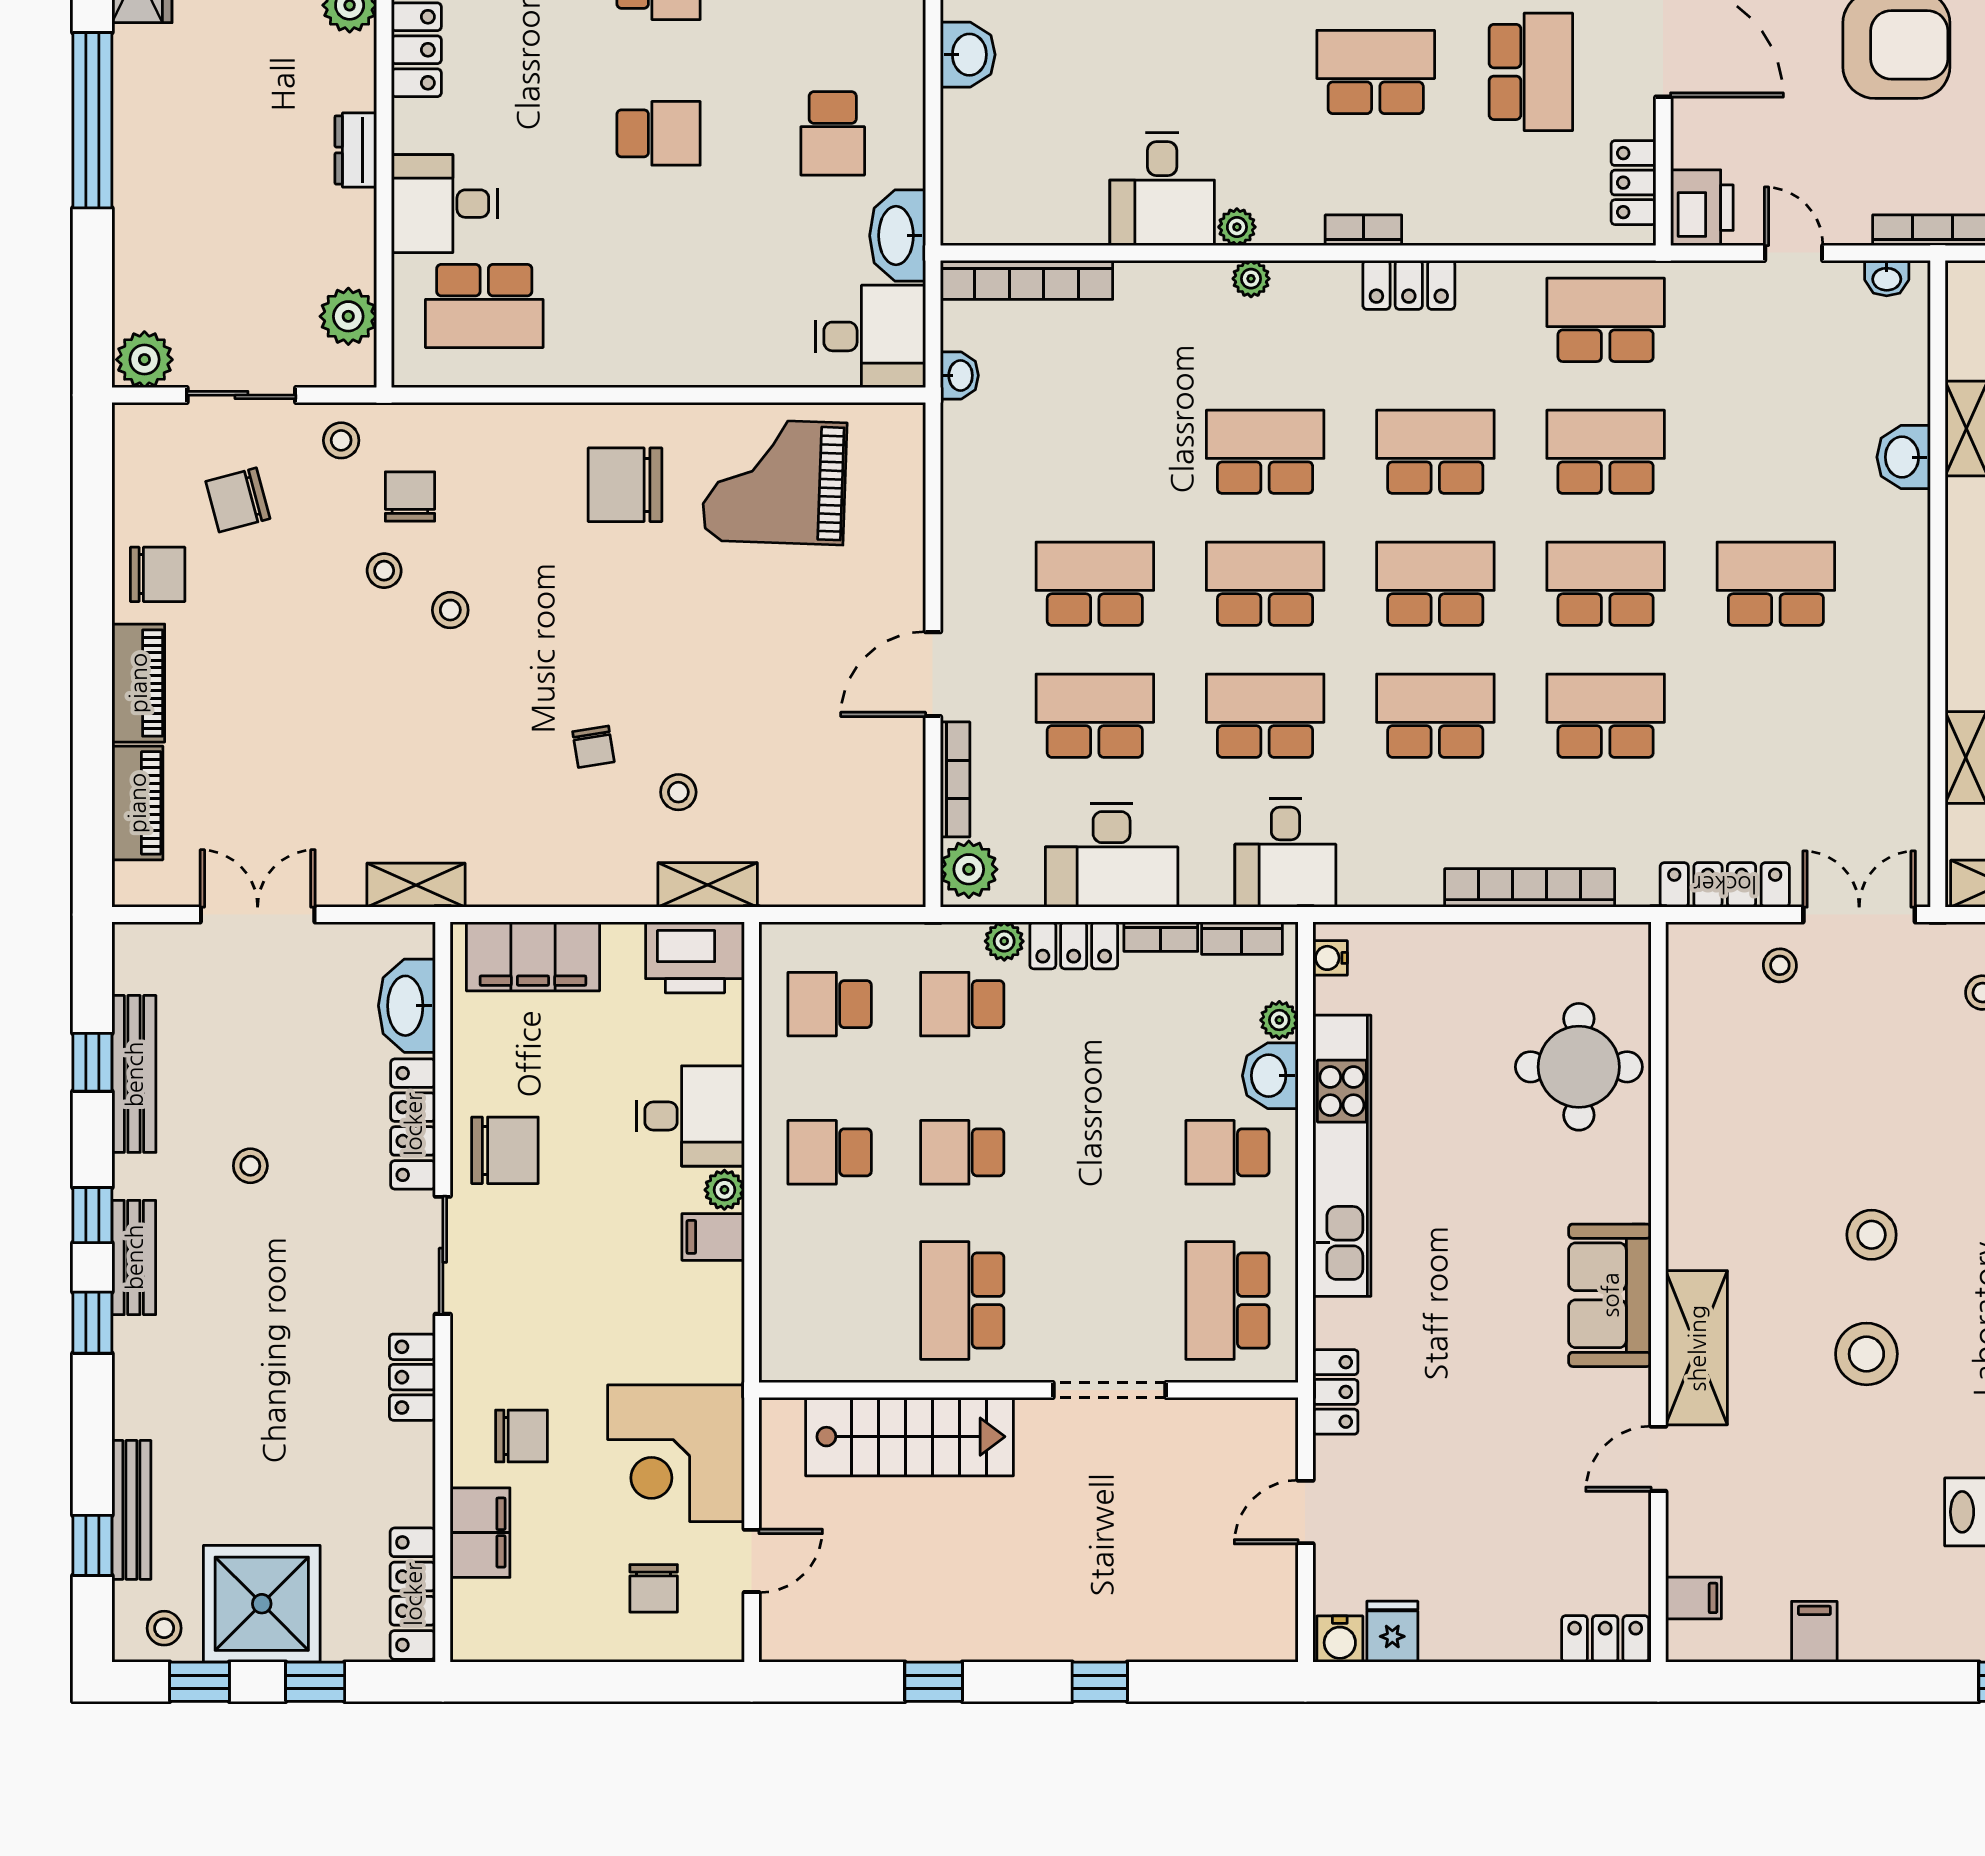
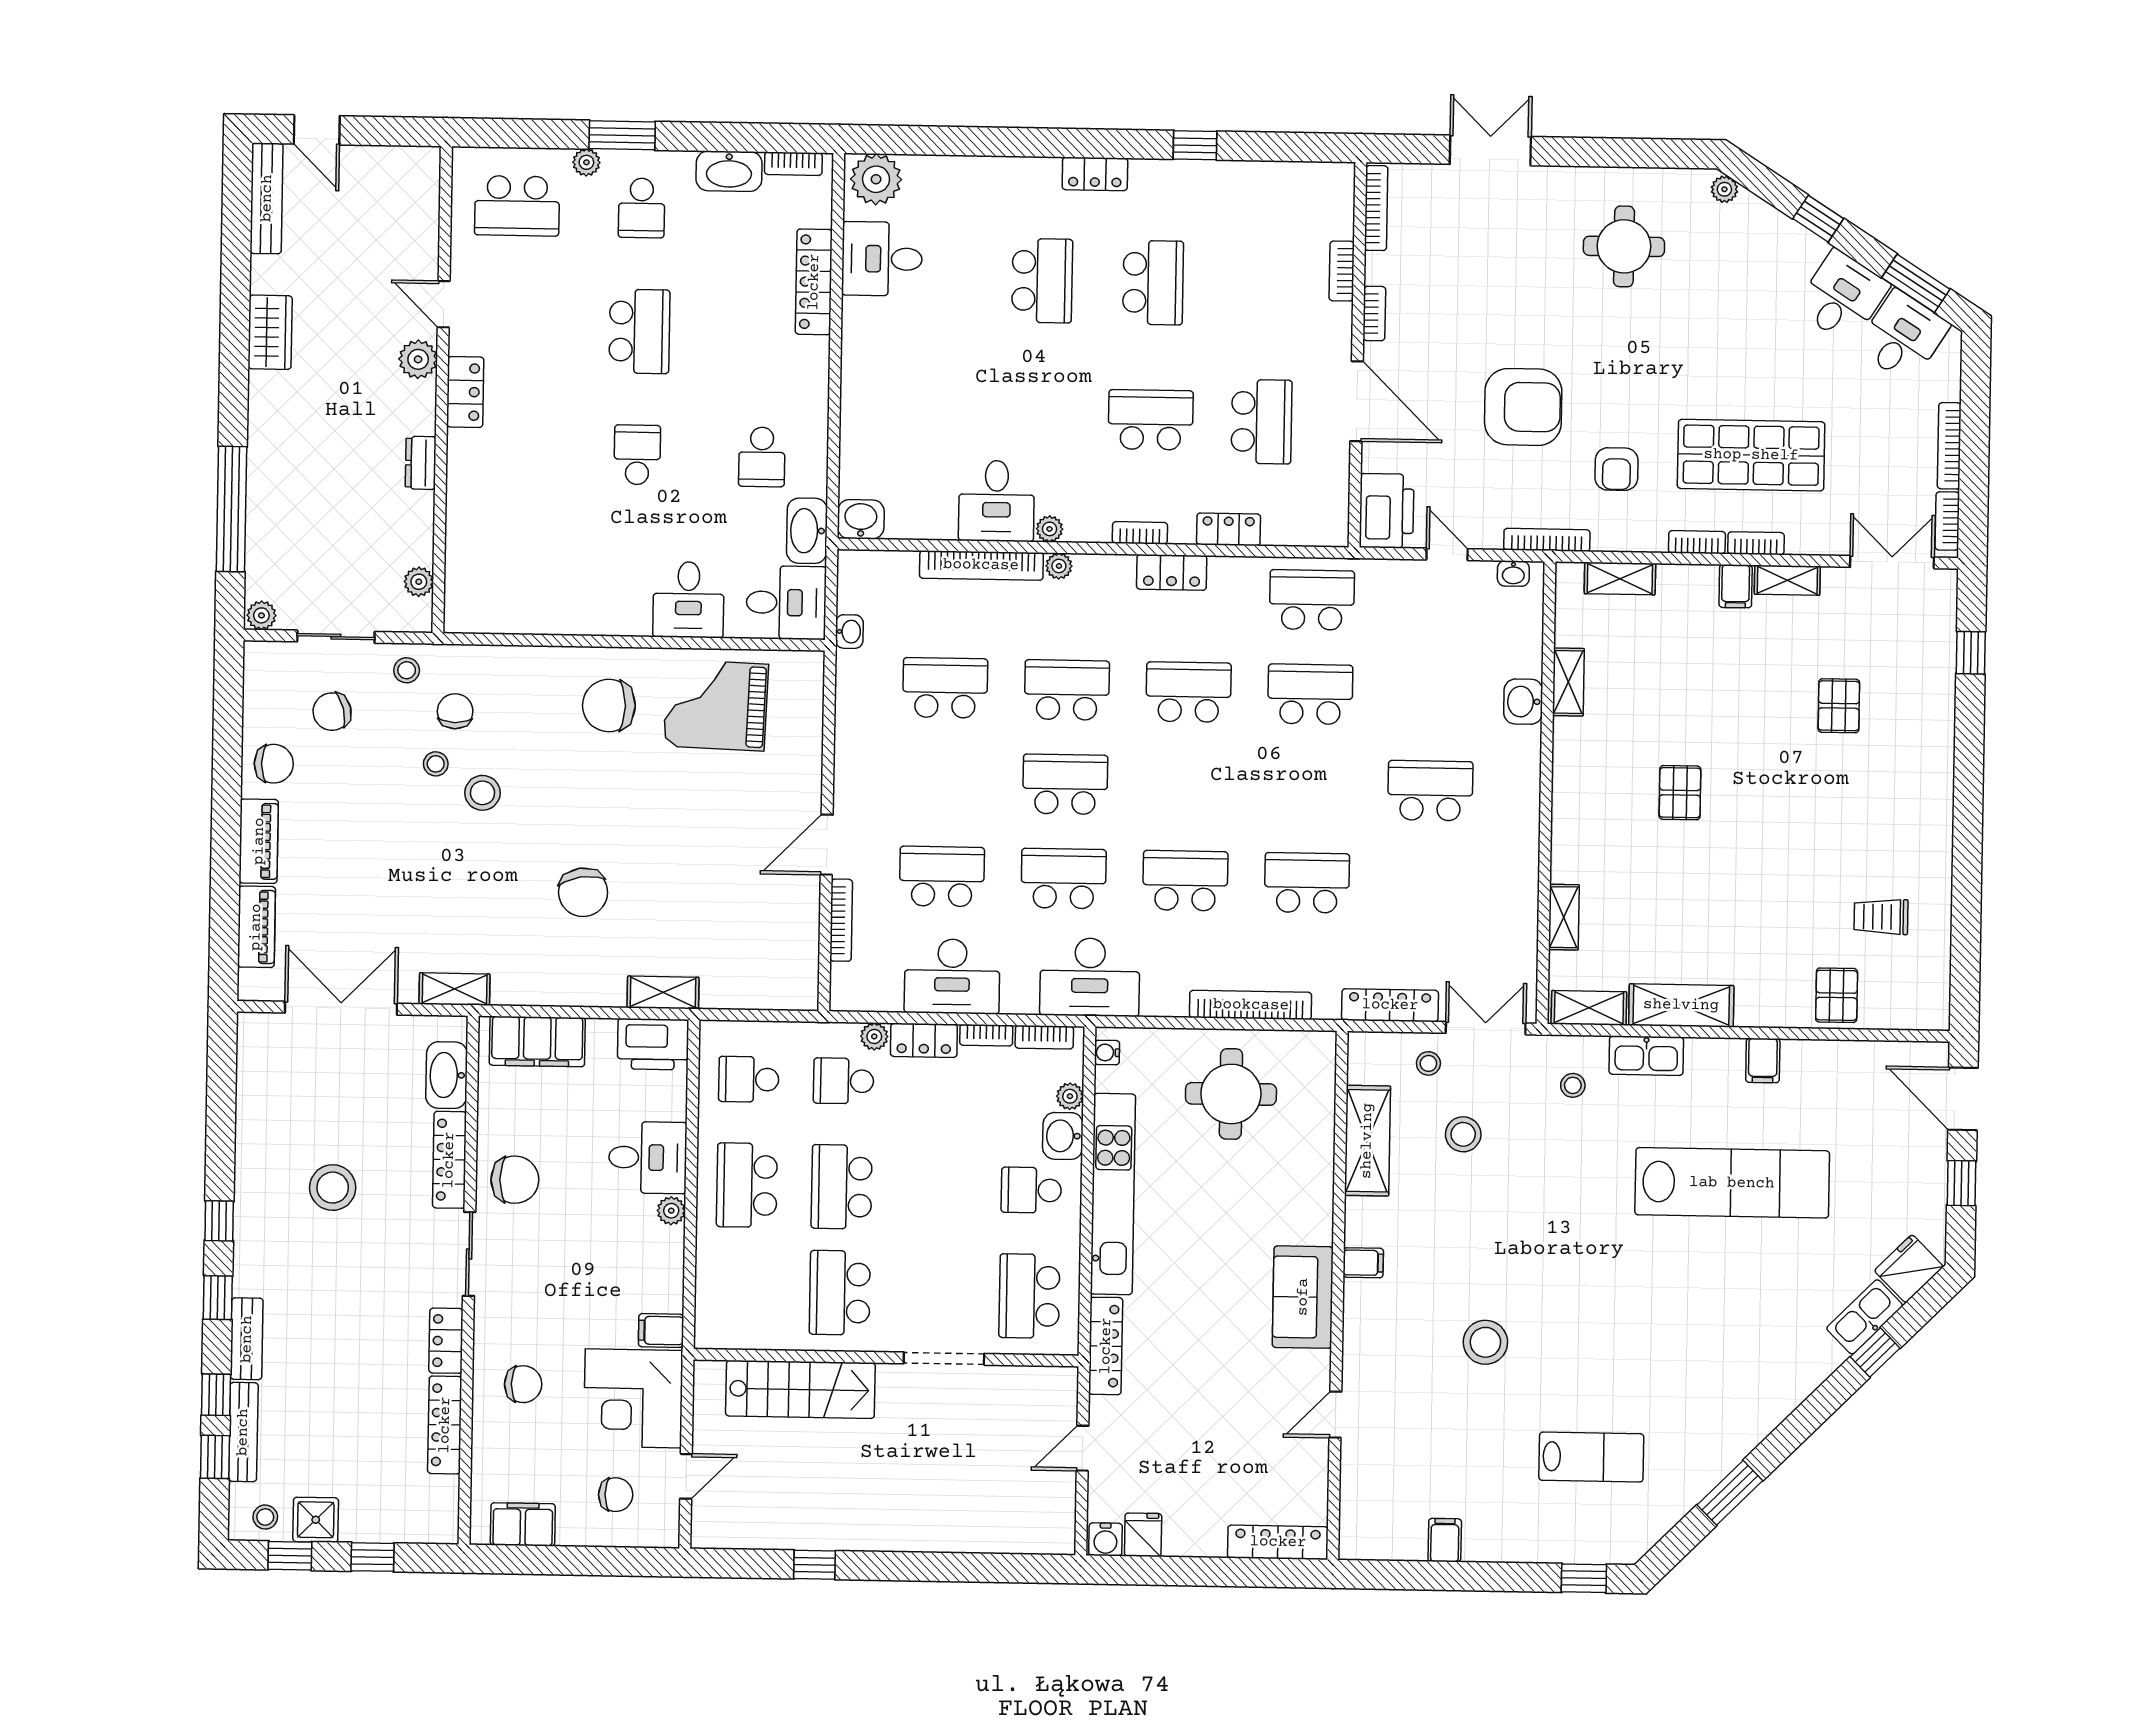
washbasin: (968, 55) -> (861, 519), moved, turned -90
window: (92, 120) -> (232, 509), moved
school desk: (658, 133) -> (637, 455), turned -90
locker: (1634, 183) -> (1229, 529), moved, turned 90
desk: (444, 204) -> (689, 600), moved, turned -90
printer: (1702, 208) -> (1387, 511), width x1.37, depth x1.19
bookcase: (1027, 280) -> (981, 565), moved
school desk: (484, 306) -> (511, 576), removed
plant: (348, 316) -> (419, 582), width x0.73, depth x0.73
plant: (144, 360) -> (261, 615), width x0.73, depth x0.73
school desk: (1095, 584) -> (945, 688), moved
school desk: (1435, 584) -> (1187, 786), removed
school desk: (1606, 584) -> (1309, 788), removed
stool: (450, 610) -> (482, 793), width x1.37, depth x1.37
chair: (593, 747) -> (583, 892), width x1.87, depth x1.87
stool: (678, 792) -> (643, 926), removed
desk: (1285, 853) -> (1090, 977), width x1.37
plant: (969, 869) -> (850, 985), removed
double door: (258, 915) -> (341, 1008), width x1.37
window: (92, 1062) -> (216, 1395), moved
round table: (1579, 1067) -> (1231, 1094), moved
bench: (134, 1074) -> (251, 1120), removed
school desk: (830, 1152) -> (747, 1185), width x1.85
school desk: (962, 1152) -> (842, 1187), width x1.85
stool: (250, 1166) -> (333, 1188), width x1.89, depth x1.89
stool: (1872, 1235) -> (1463, 1134), moved
filing cabinet: (713, 1237) -> (661, 1330), moved
bench: (134, 1257) -> (247, 1339), moved
shelving: (1697, 1348) -> (1367, 1141), moved
locker: (1335, 1392) -> (1106, 1346), width x1.53
filing cabinet: (480, 1533) -> (523, 1524), moved, turned -90
chair: (654, 1588) -> (616, 1495), turned -90
locker: (413, 1594) -> (445, 1425), moved
filing cabinet: (1694, 1598) -> (1363, 1263), moved
shower: (262, 1604) -> (316, 1520), width x0.54, depth x0.54
locker: (1605, 1639) -> (1278, 1542), width x1.53
window: (1100, 1682) -> (933, 1567), removed

